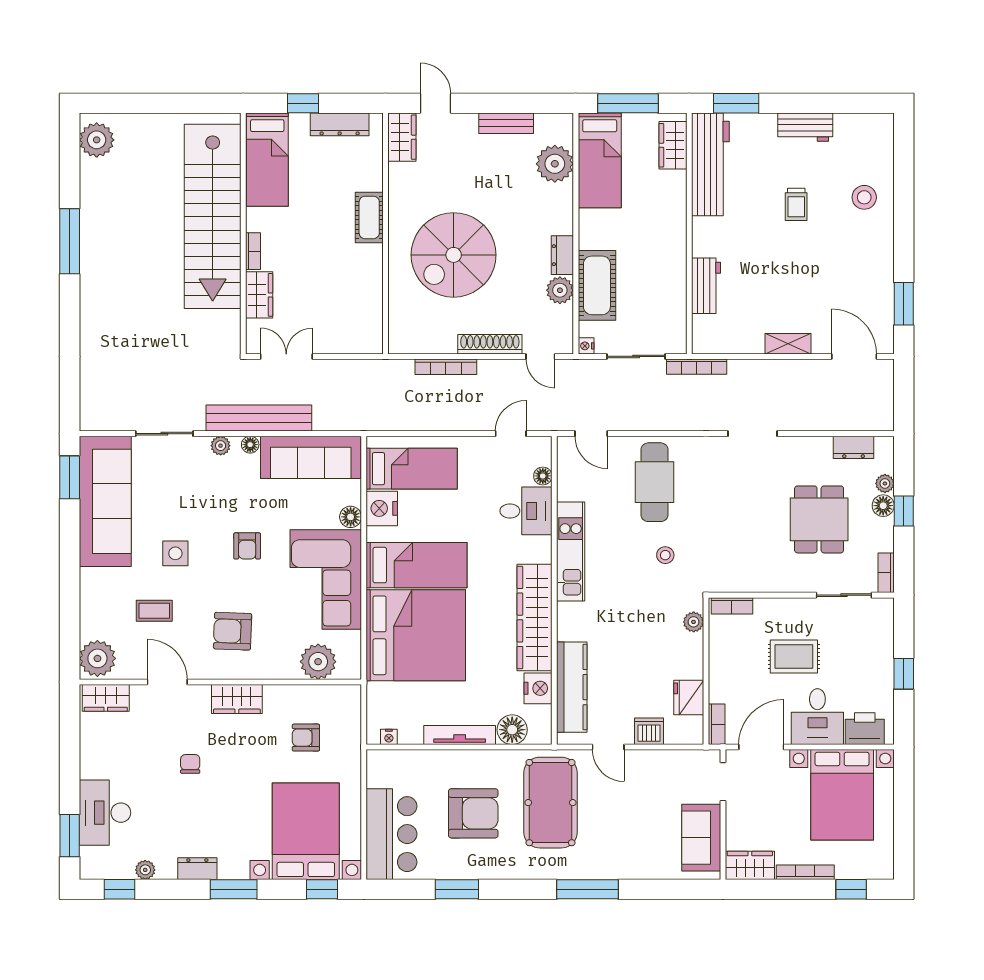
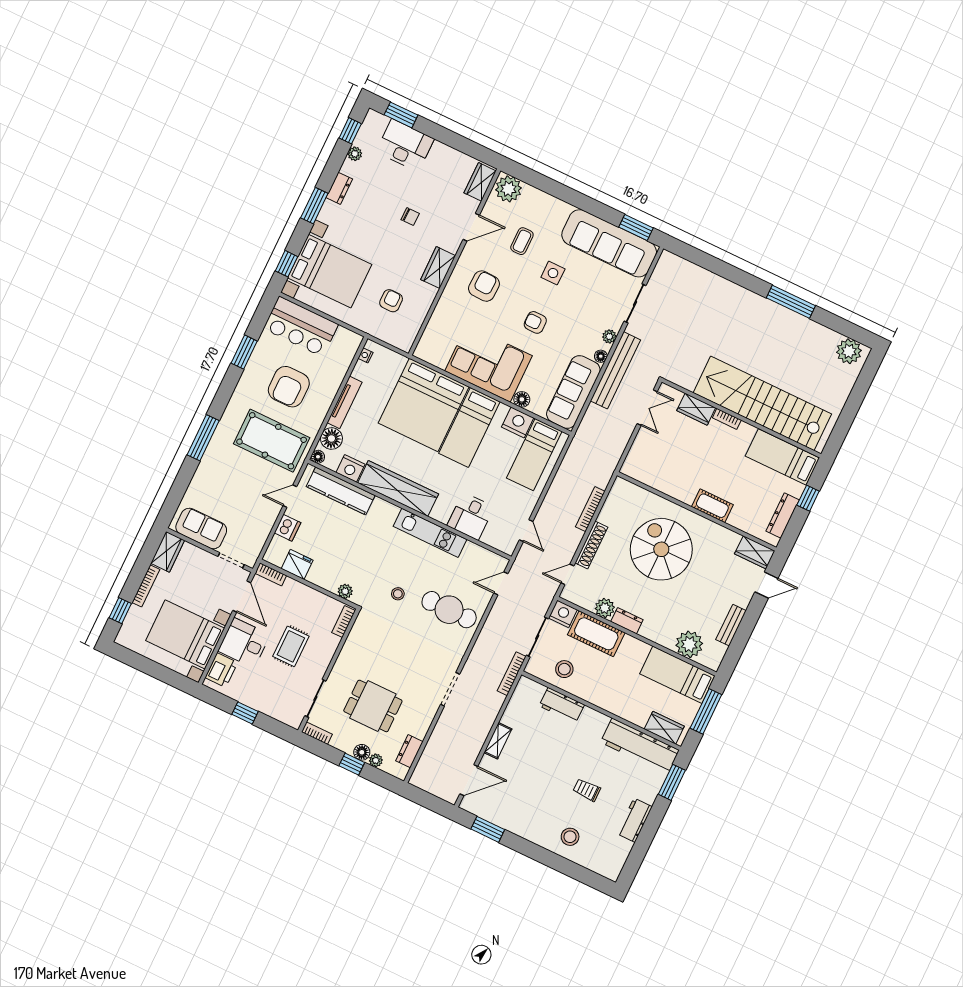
stool: (660, 304) -> (564, 669), added
nightstand: (586, 346) -> (563, 614), width x1.89, depth x1.79
floor lamp: (543, 476) -> (318, 457), moved
plant: (318, 662) -> (437, 333), removed

